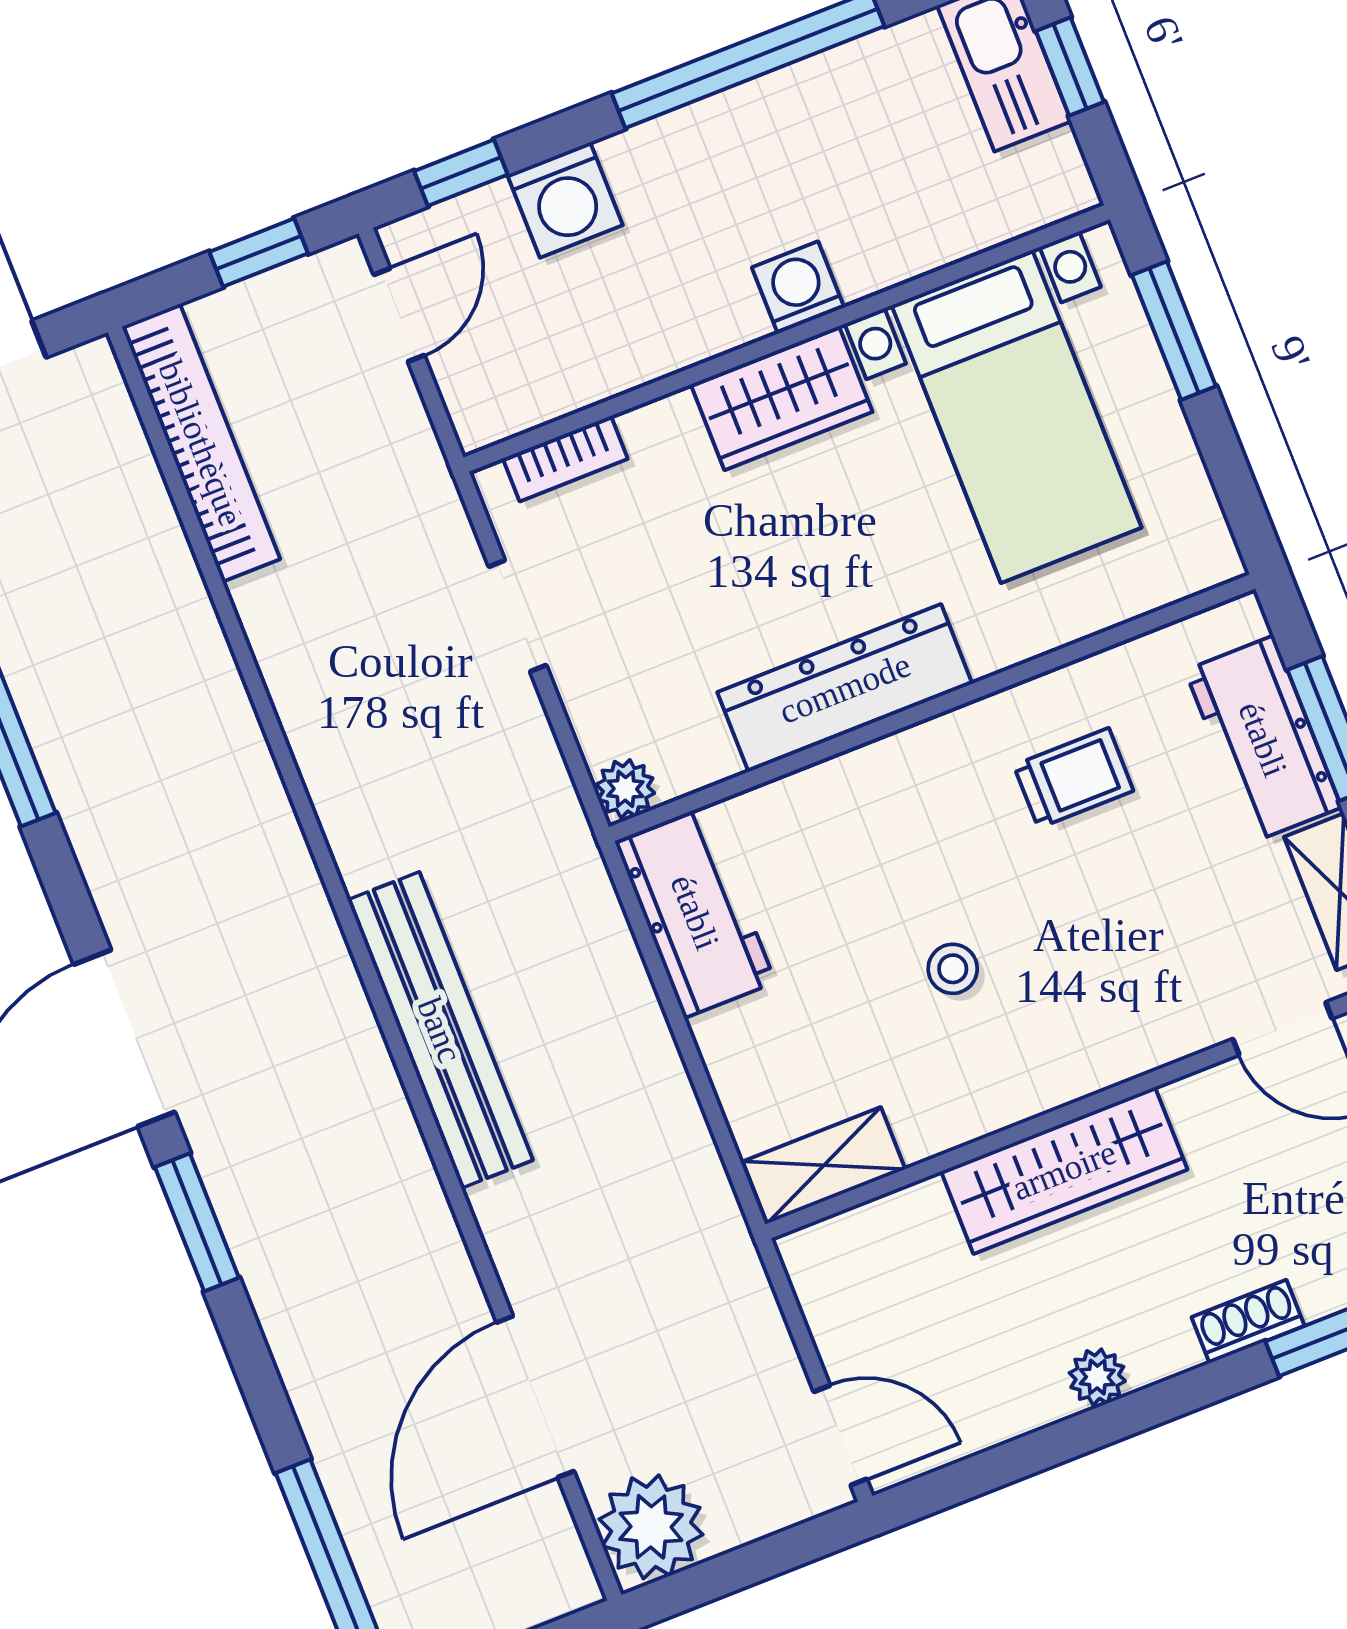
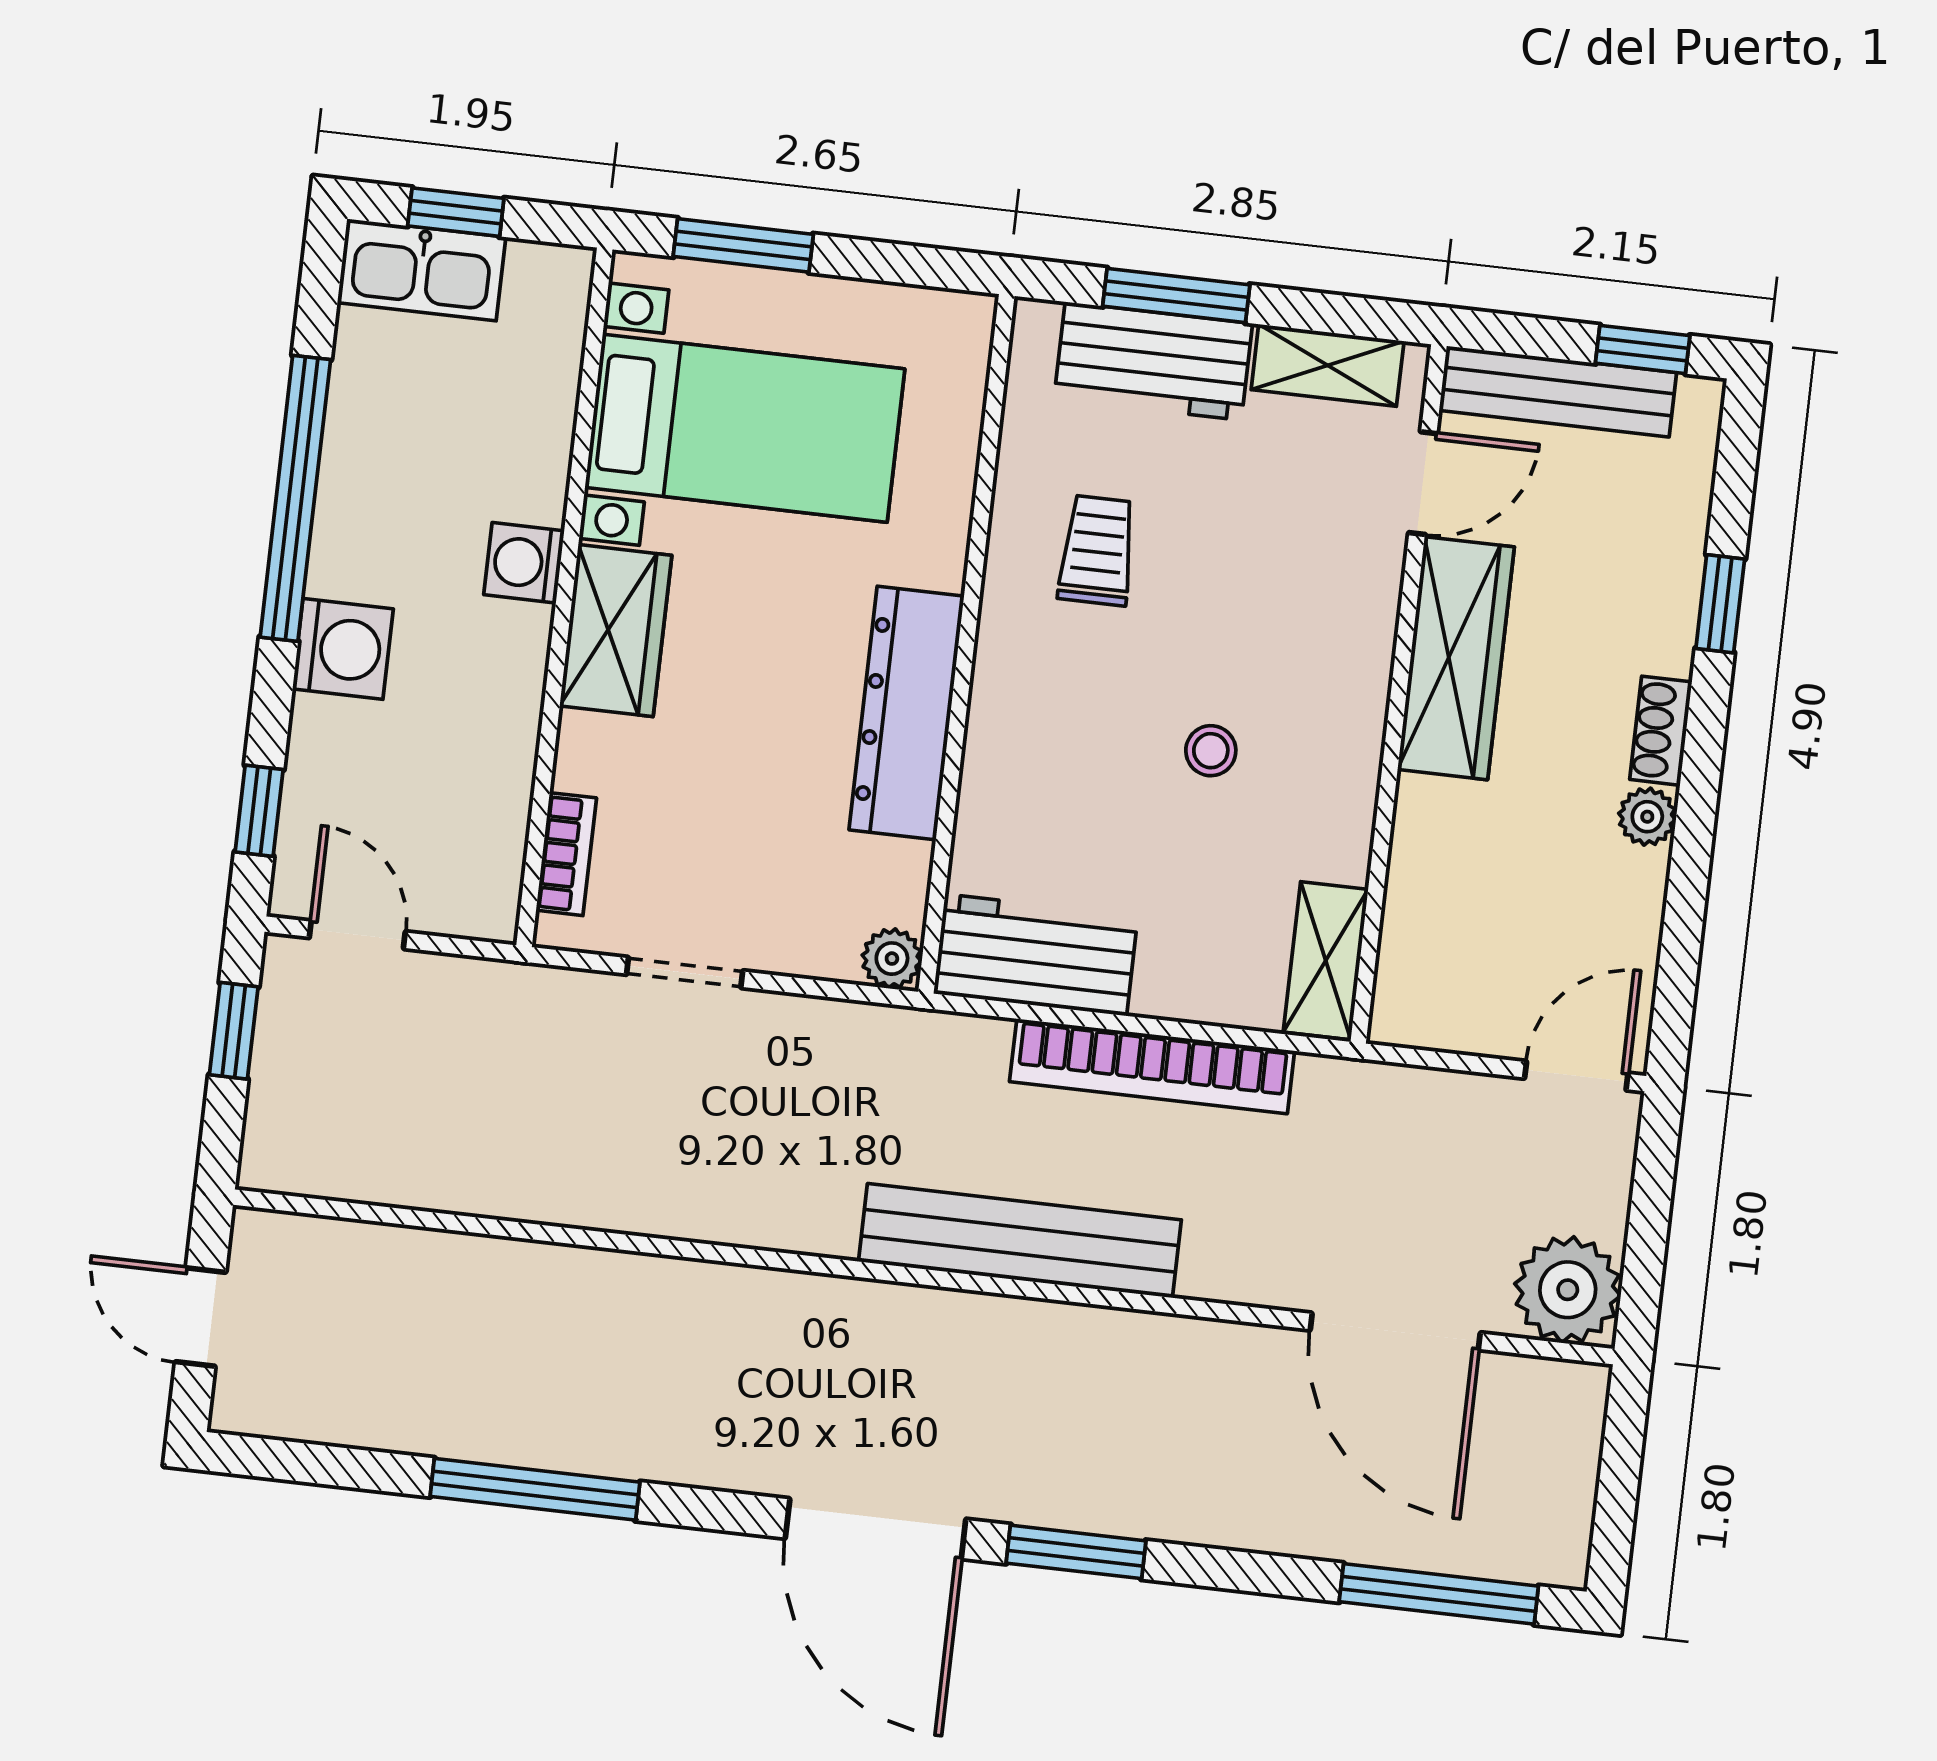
washing machine: (565, 200) -> (343, 649), moved
bookcase: (201, 443) -> (1152, 1066), moved, turned 180
wardrobe: (1064, 1170) -> (1456, 658), moved
shoe rack: (1248, 1321) -> (1661, 731), moved

